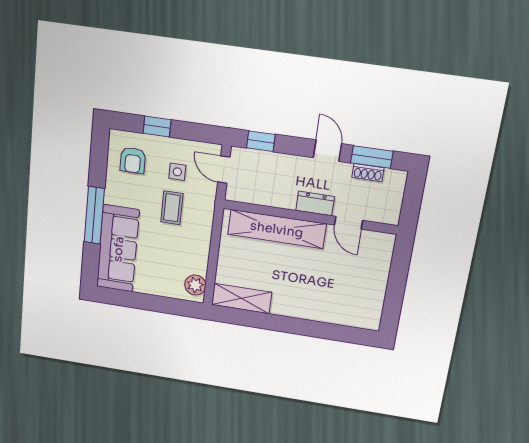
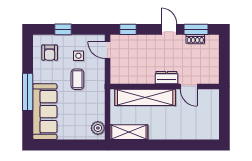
dresser: (315, 203) -> (166, 78), moved
wall: (310, 217) -> (165, 86), moved
door: (349, 223) -> (189, 86), moved
shelving: (277, 229) -> (145, 97), moved

